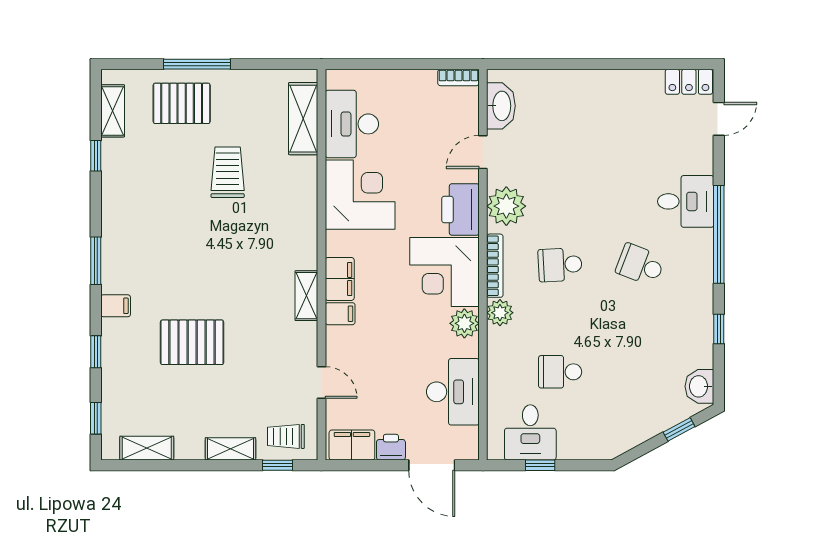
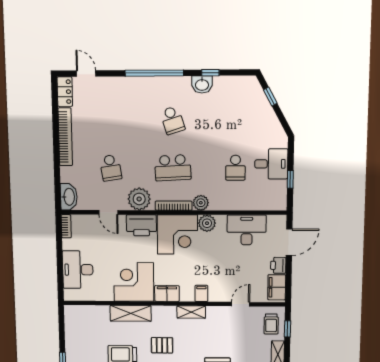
bookcase: (613, 80) -> (65, 137), added
washbasin: (501, 106) -> (69, 197), moved, turned 90
shelving: (303, 119) -> (131, 313), moved
desk: (352, 124) -> (78, 270), moved, turned 90
school desk: (560, 158) -> (111, 168), added
desk: (686, 201) -> (135, 93), removed
pallet: (245, 244) -> (162, 345), added
school desk: (560, 265) -> (173, 168), width x1.85
school desk: (640, 265) -> (173, 120), turned -39
filing cabinet: (340, 279) -> (167, 293), moved
washbasin: (699, 386) -> (202, 85), moved
desk: (530, 432) -> (271, 164), moved

